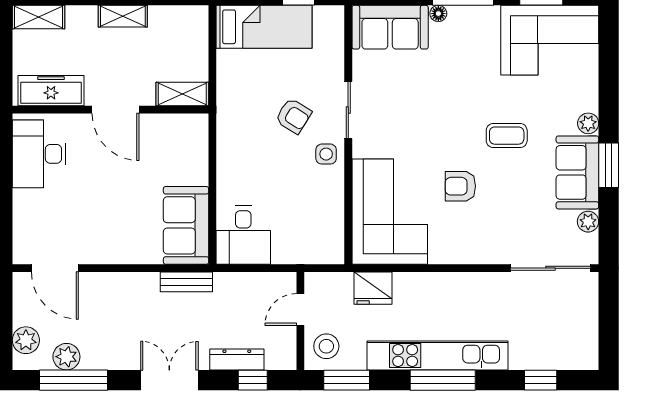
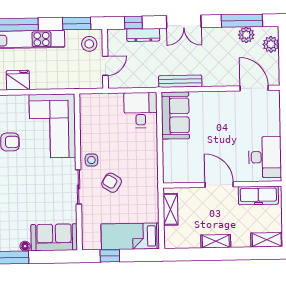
shelving: (182, 94) -> (170, 209), moved, turned 90
bench: (186, 282) -> (180, 81), width x1.36
fridge: (373, 288) -> (18, 80), moved

